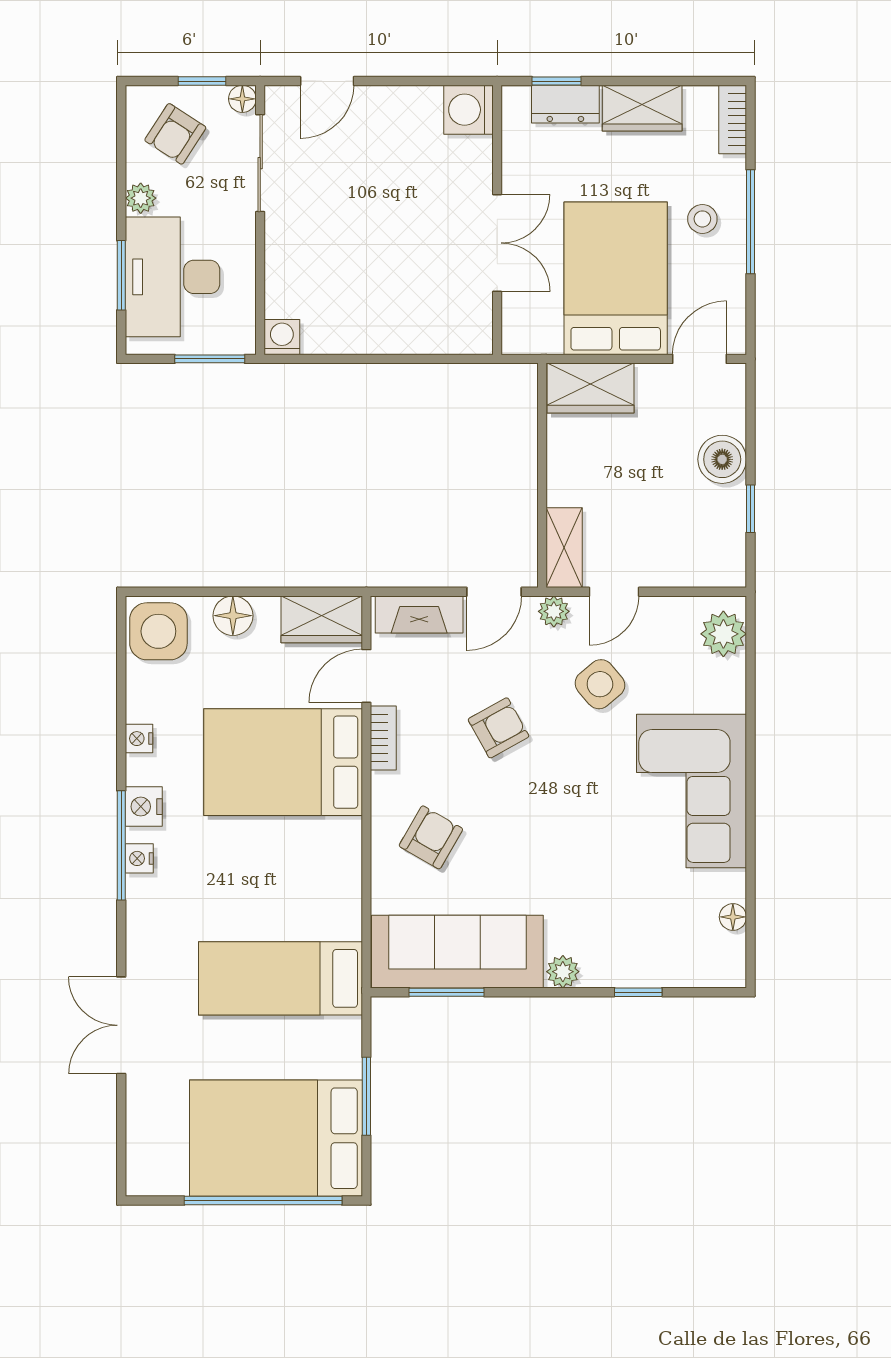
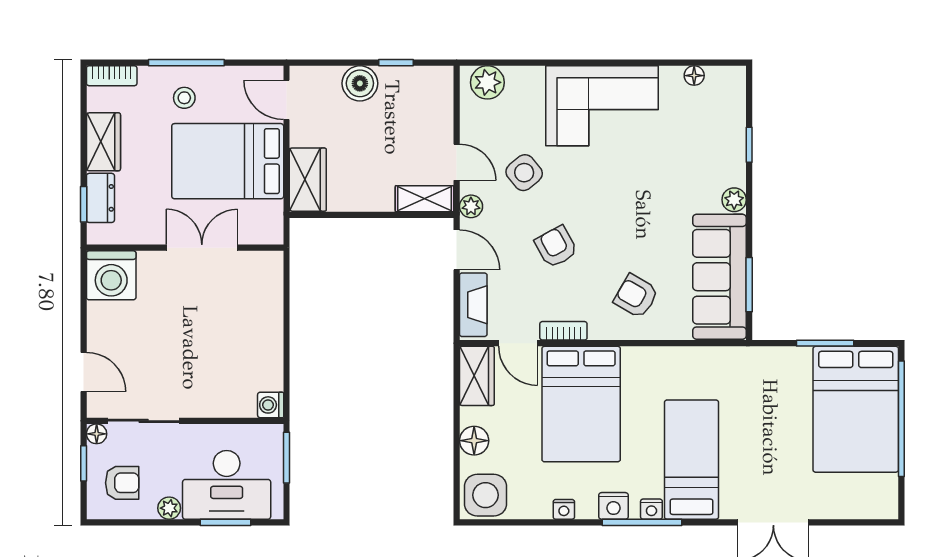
washing machine: (468, 110) -> (111, 275), width x1.37, depth x1.37
armchair: (175, 134) -> (122, 483), turned -33
bed: (281, 978) -> (691, 460), moved, turned 180

